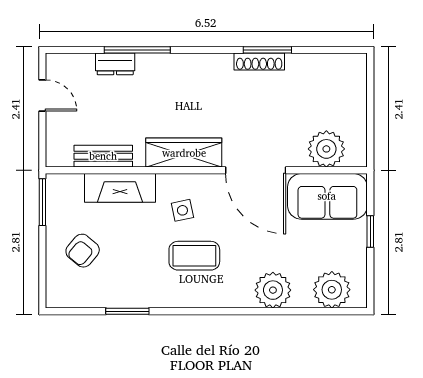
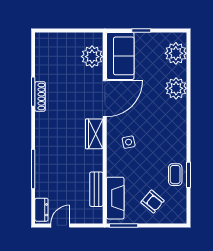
dresser: (115, 64) -> (41, 210), moved
wardrobe: (184, 153) -> (94, 134), width x0.67
fireplace: (120, 188) -> (115, 198), moved
coffee table: (194, 256) -> (175, 175), moved, width x0.73, depth x0.77

